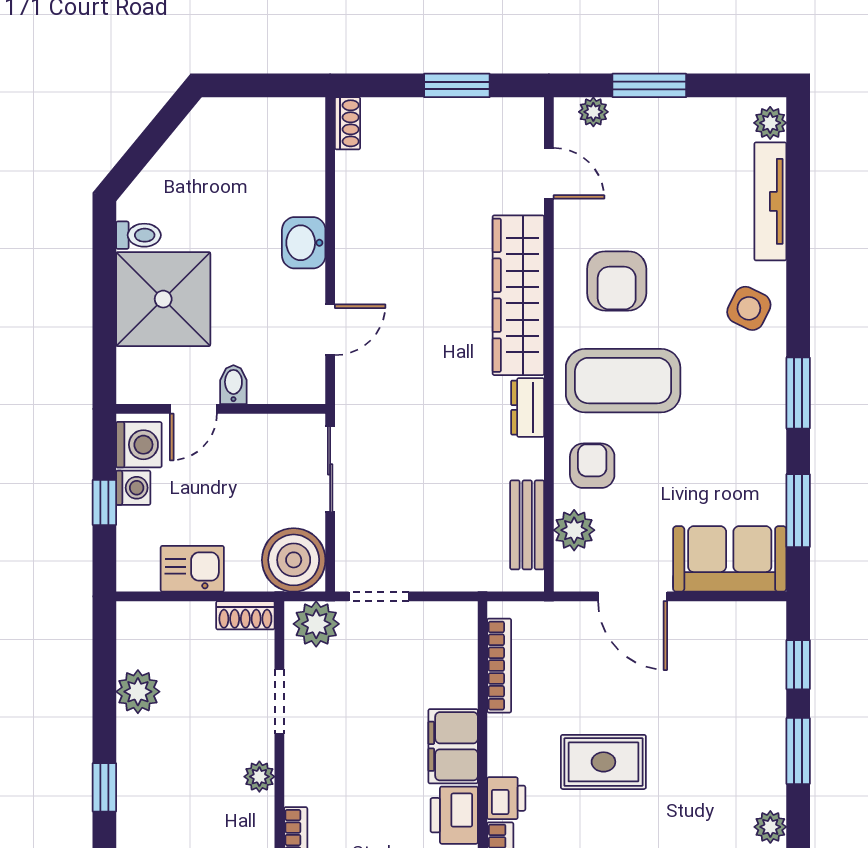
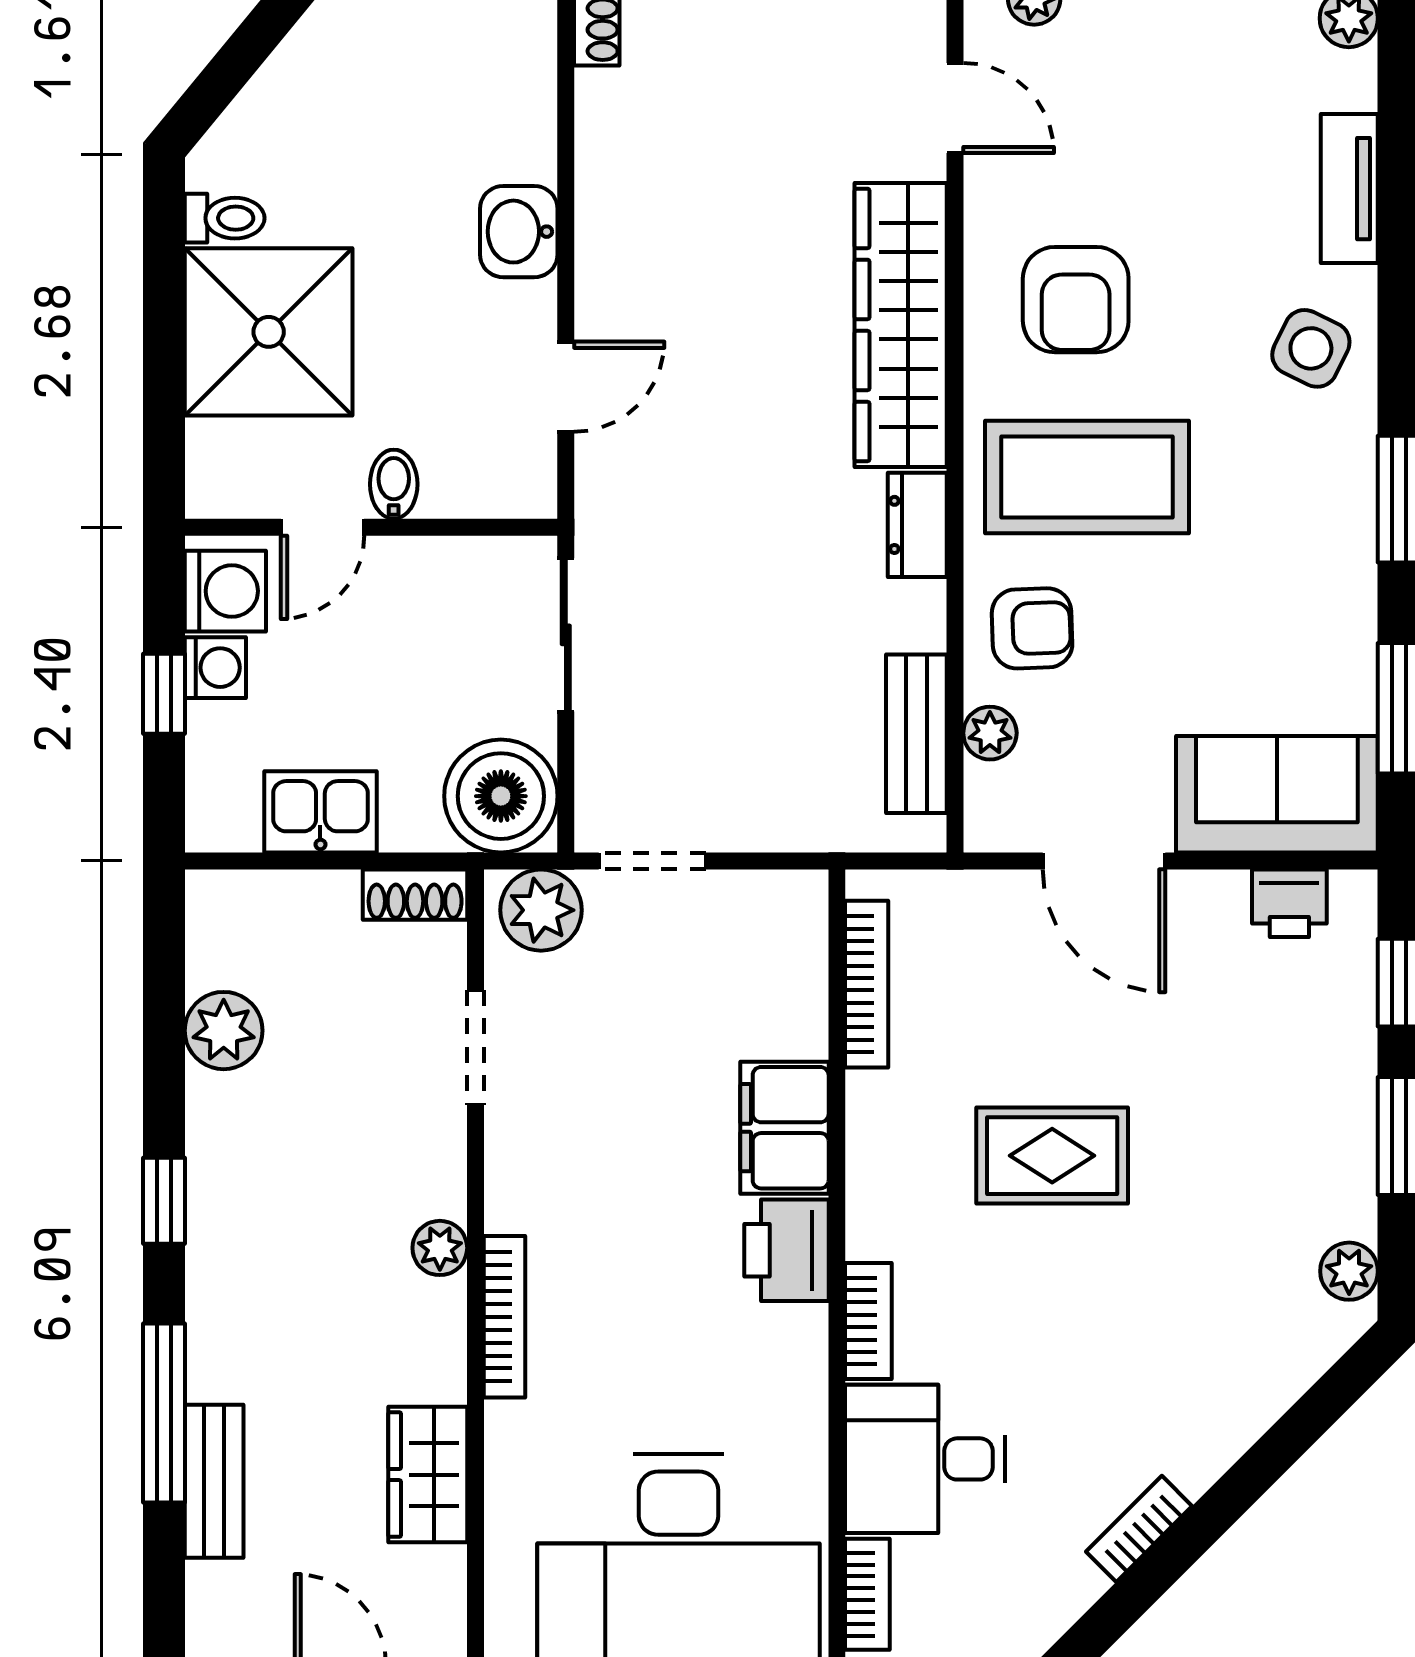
tv unit: (770, 201) -> (1349, 189), width x0.71
armchair: (592, 466) -> (1032, 628), turned 88
plant: (574, 530) -> (990, 733), width x0.73, depth x0.73
plant: (259, 777) -> (440, 1248), moved
printer: (506, 798) -> (1289, 903), moved, turned 90

